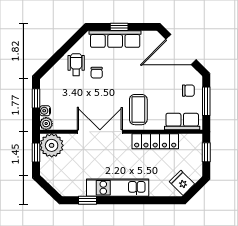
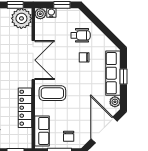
plant: (148, 37) -> (115, 102), added
wheelchair: (76, 65) -> (80, 35), moved

